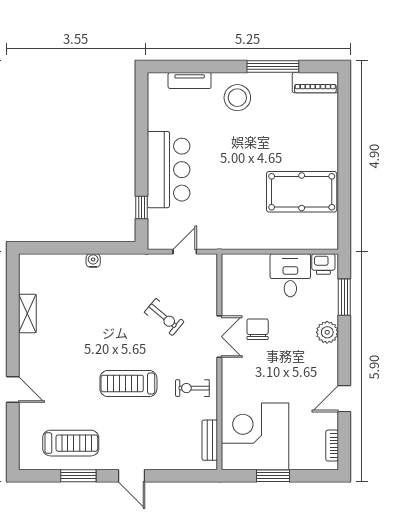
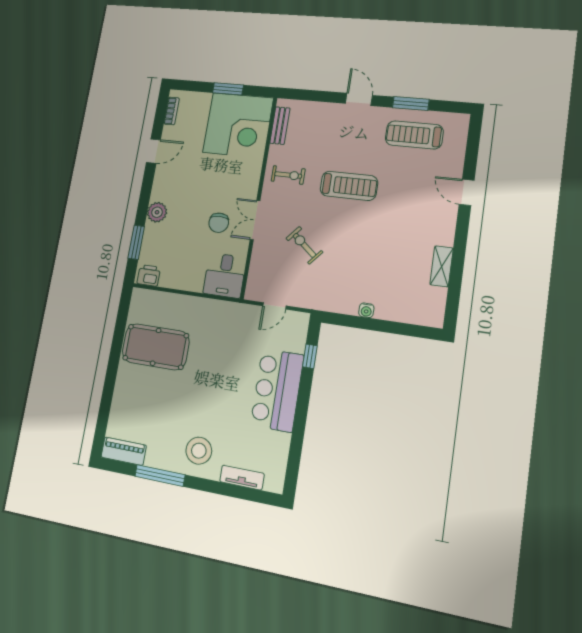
desk: (290, 275) -> (225, 275), moved

